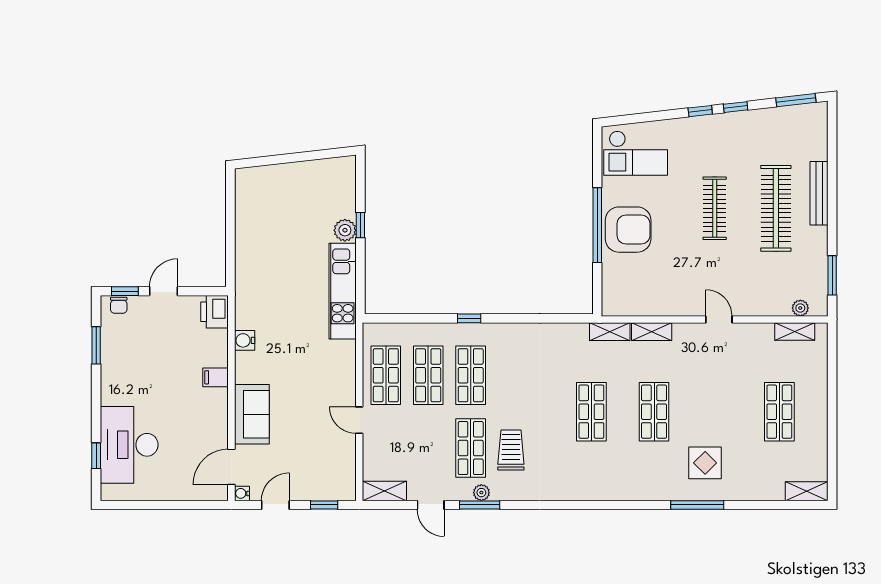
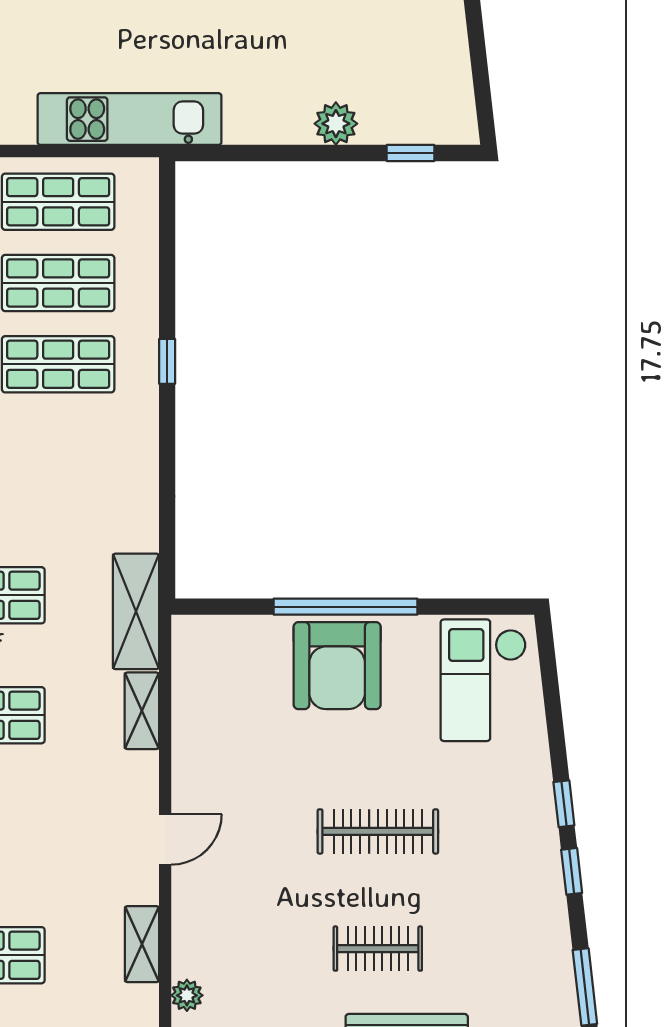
clothes rail: (776, 208) -> (378, 949), width x0.54, depth x0.76
window: (360, 225) -> (411, 153), moved
kitchen unit: (343, 291) -> (129, 119), moved
shelving: (795, 331) -> (142, 944), moved
shelving: (610, 332) -> (136, 611), width x1.50, depth x1.33

